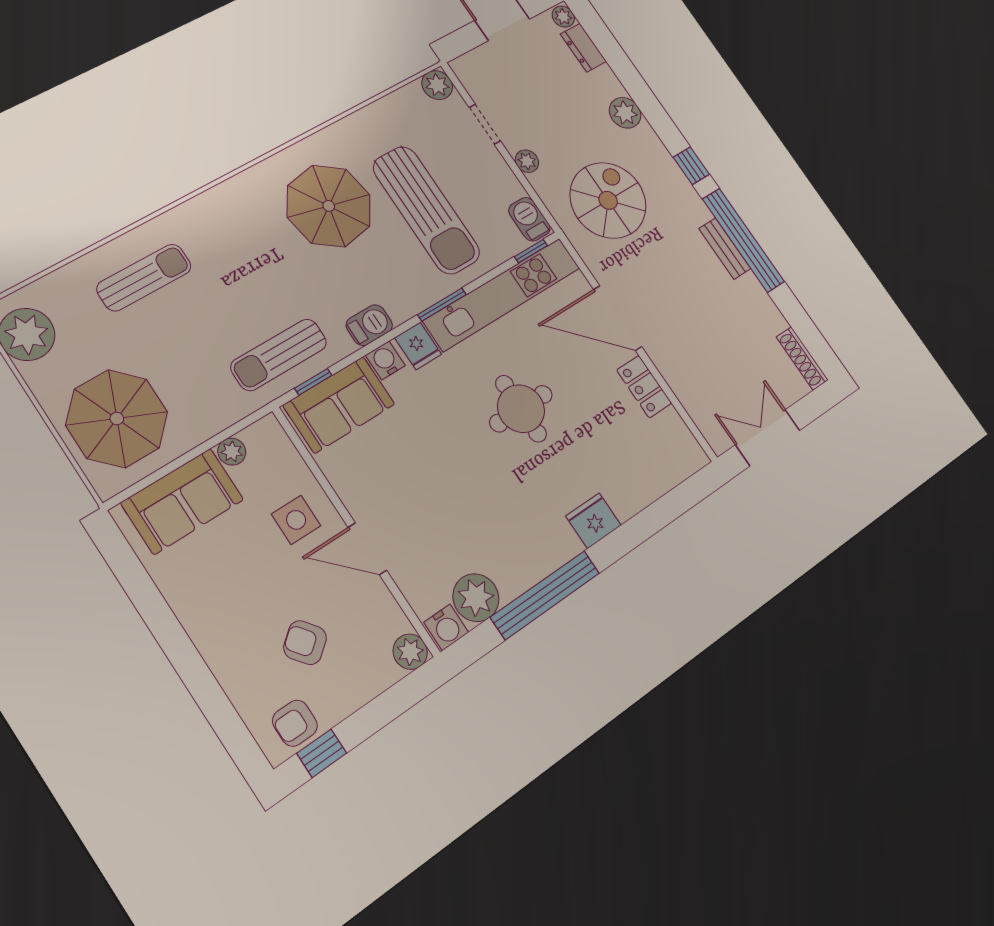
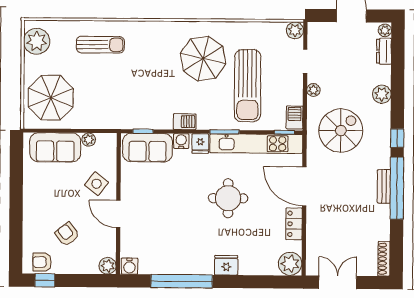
sun lounger: (279, 355) -> (136, 111), removed
side table: (296, 520) -> (97, 184), turned 38
plant: (476, 598) -> (290, 264), moved

